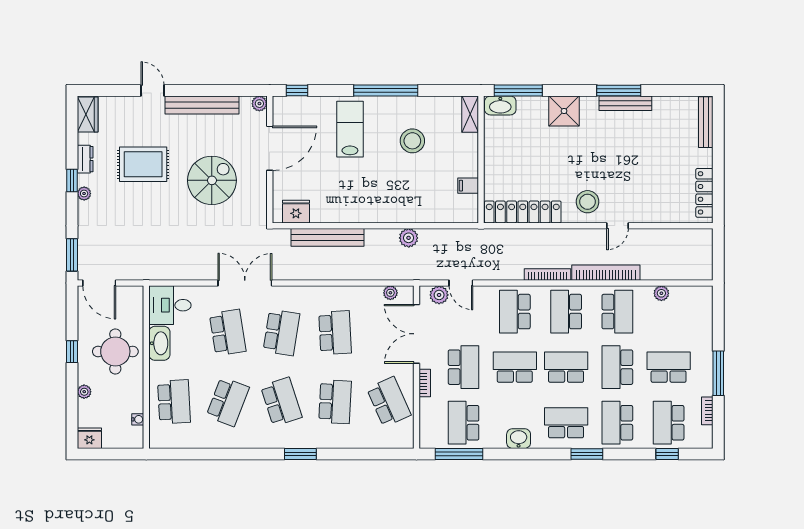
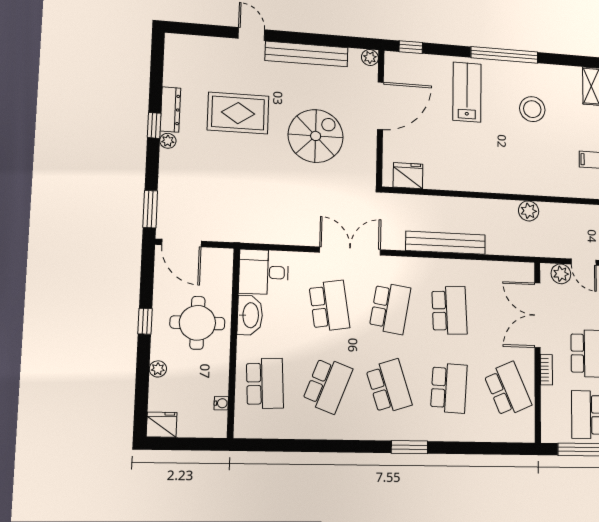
wardrobe: (88, 115) -> (176, 54), removed
dresser: (85, 159) -> (170, 109), width x1.44
bench: (327, 237) -> (446, 243), moved
plant: (390, 293) -> (509, 269), removed

